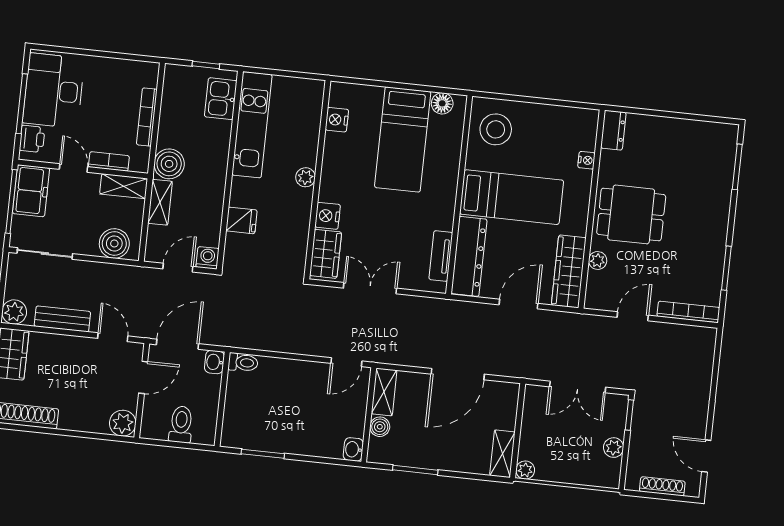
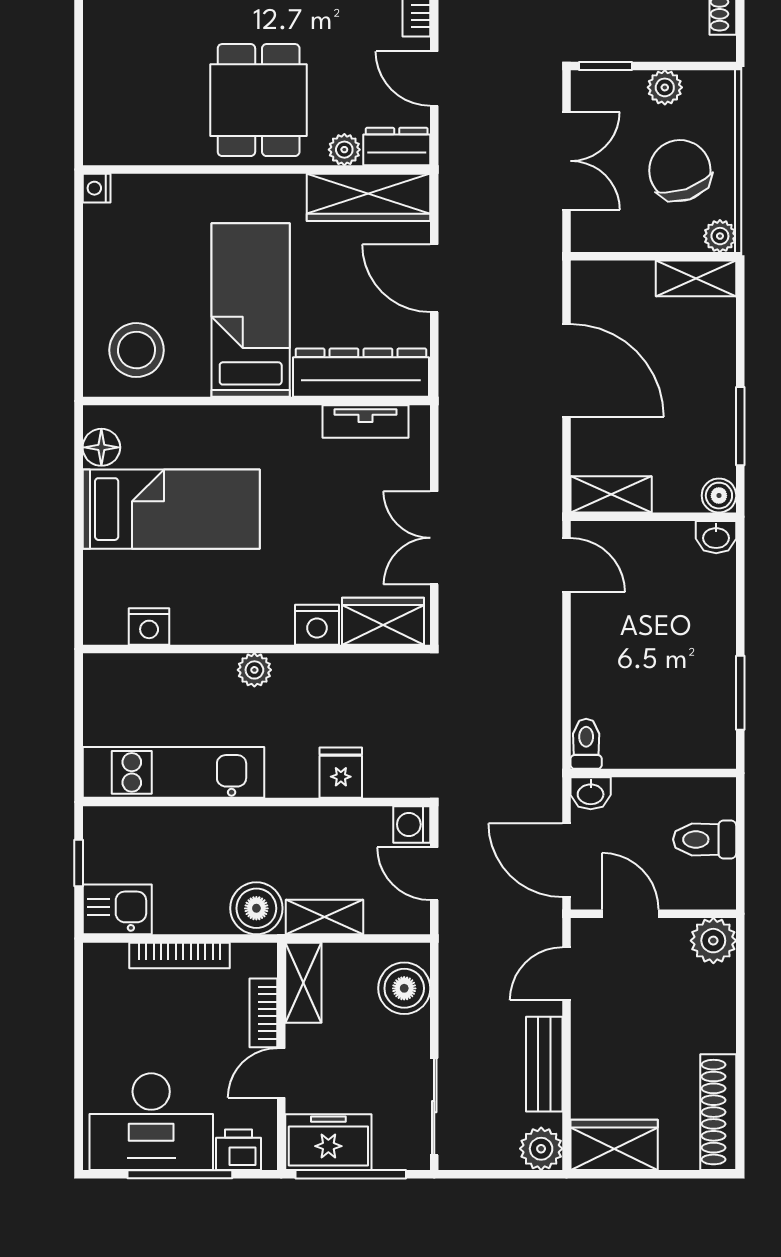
kitchen sink: (221, 99) -> (117, 909), moved, turned 180
dresser: (613, 130) -> (397, 147), moved
nightstand: (586, 160) -> (97, 188), moved, turned -90
boiler: (380, 427) -> (719, 496), moved
chair: (565, 451) -> (680, 171), added

